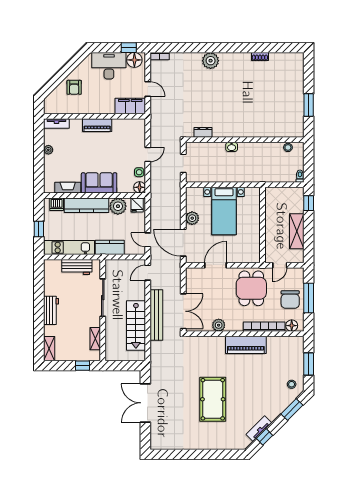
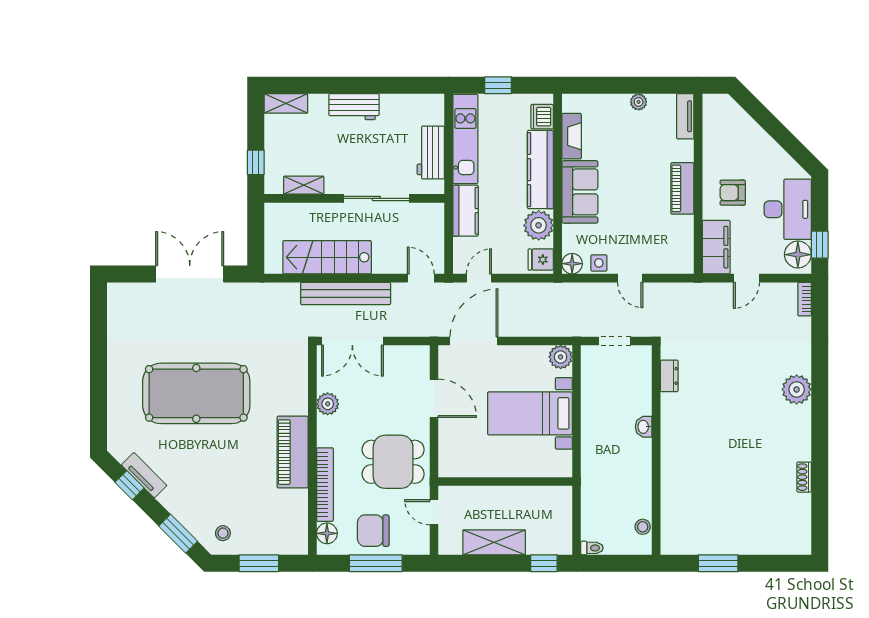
armchair: (74, 87) -> (733, 193), moved
plant: (192, 218) -> (561, 357), moved
pool table: (213, 399) -> (196, 393), width x1.36, depth x1.32

